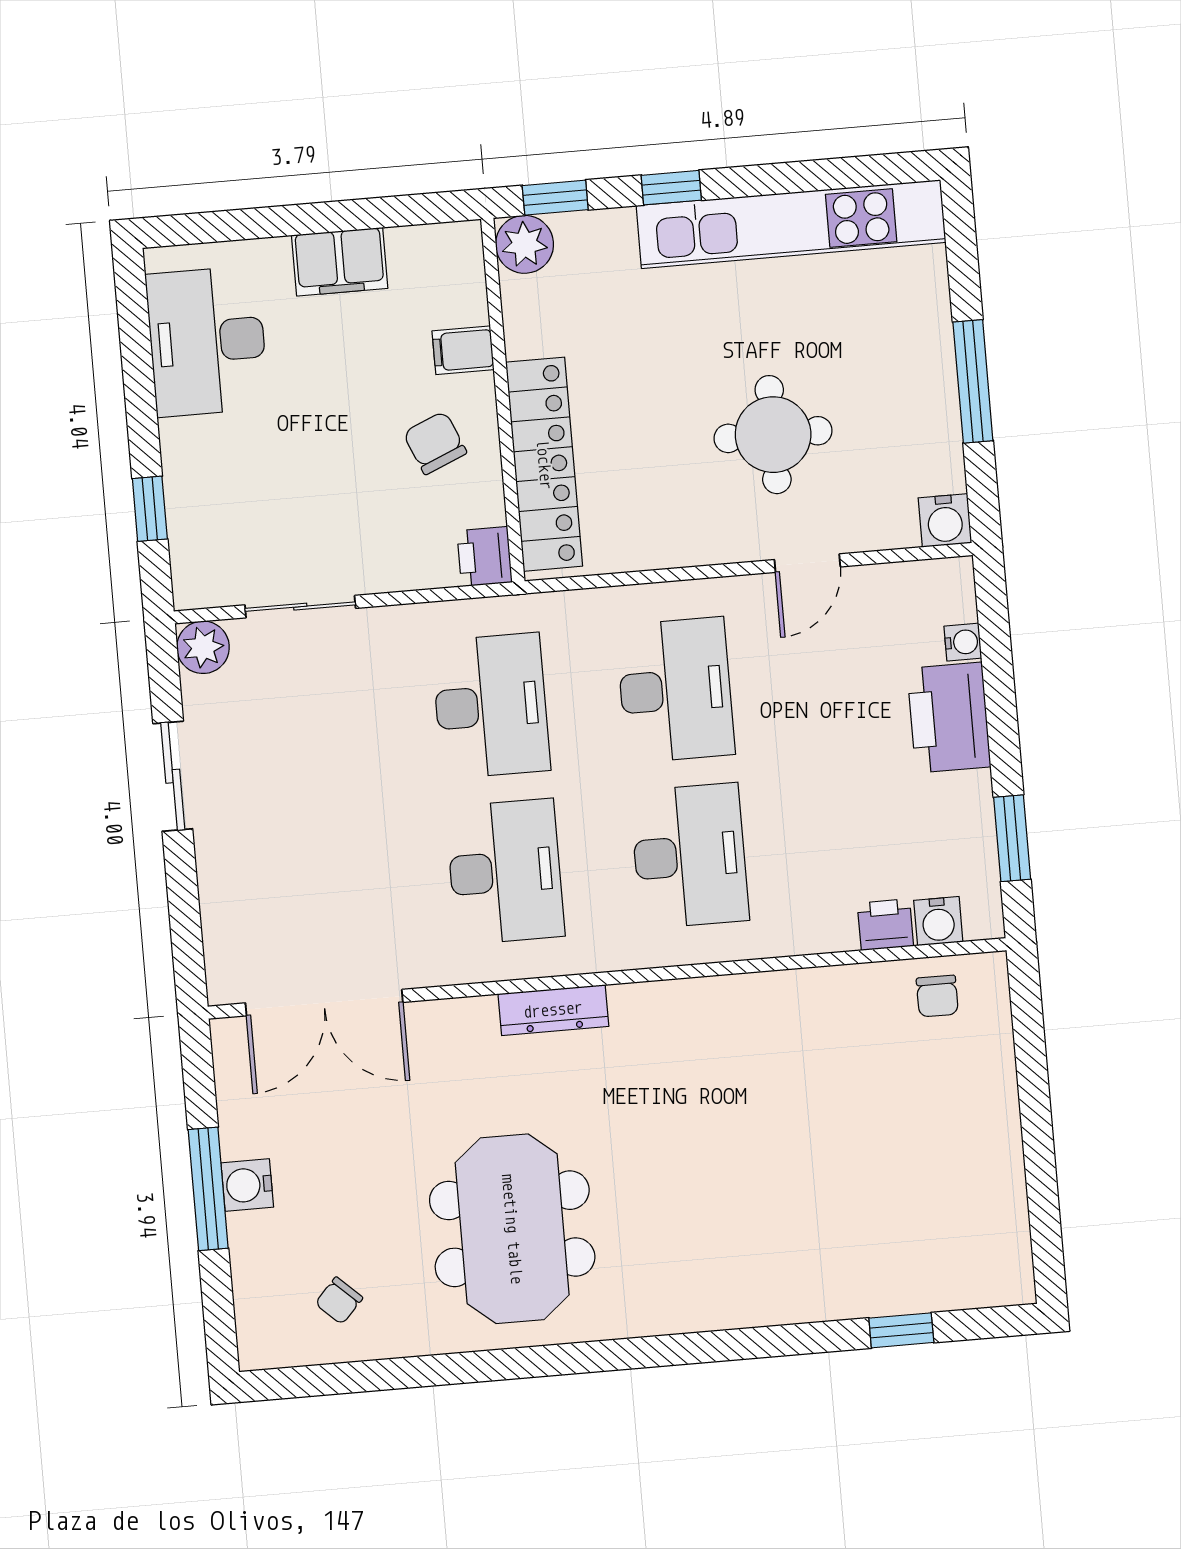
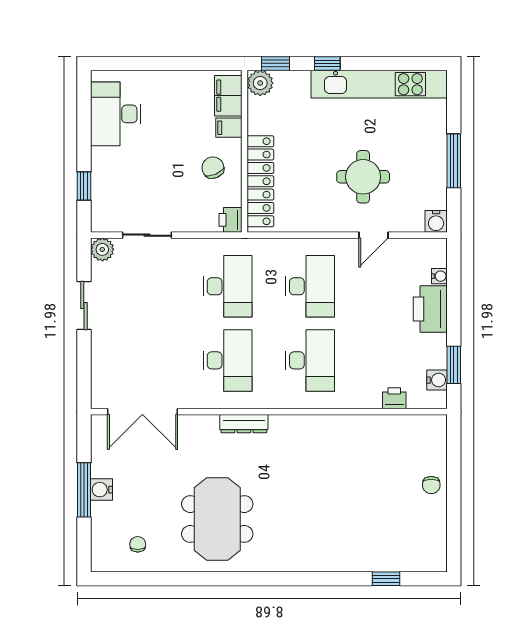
filing cabinet: (340, 262) -> (228, 96), moved, turned 90
water cooler: (938, 921) -> (437, 380), moved, turned -90
chair: (937, 996) -> (431, 485), moved
chair: (339, 1301) -> (138, 544), turned 137

